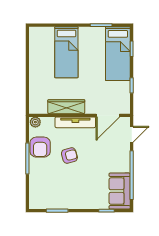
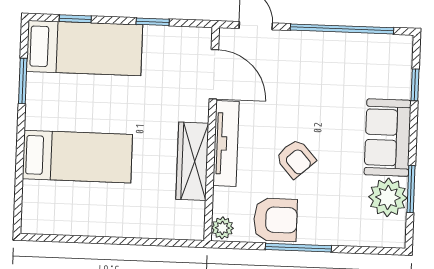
armchair: (69, 156) -> (296, 159), turned 153
sofa: (120, 191) -> (388, 138), moved, turned 90
plant: (53, 200) -> (388, 197), added

